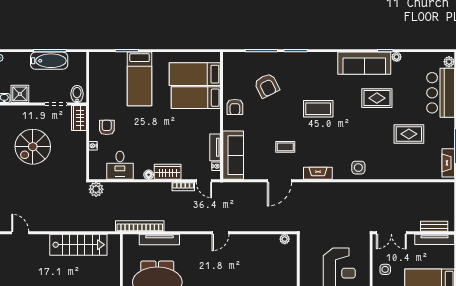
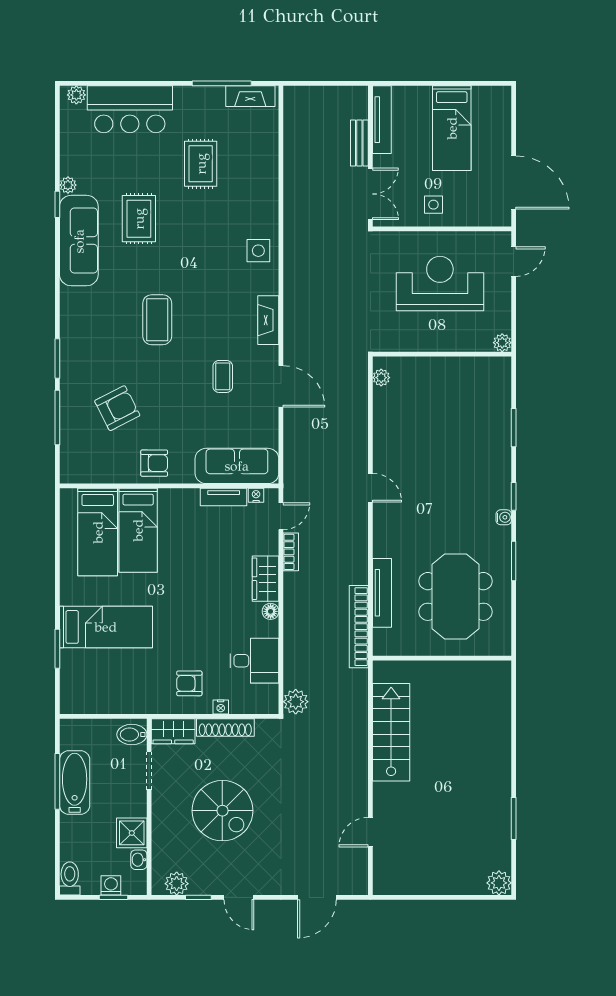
shoe rack: (81, 148) -> (225, 727), added
bench: (434, 226) -> (359, 143), moved

